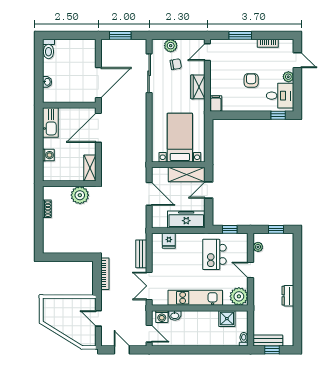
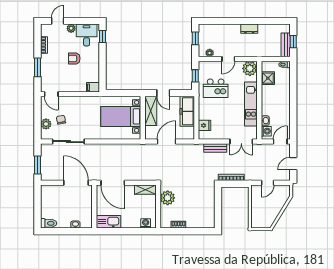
wardrobe: (198, 87) -> (79, 102), removed
washing machine: (48, 155) -> (146, 223), moved

